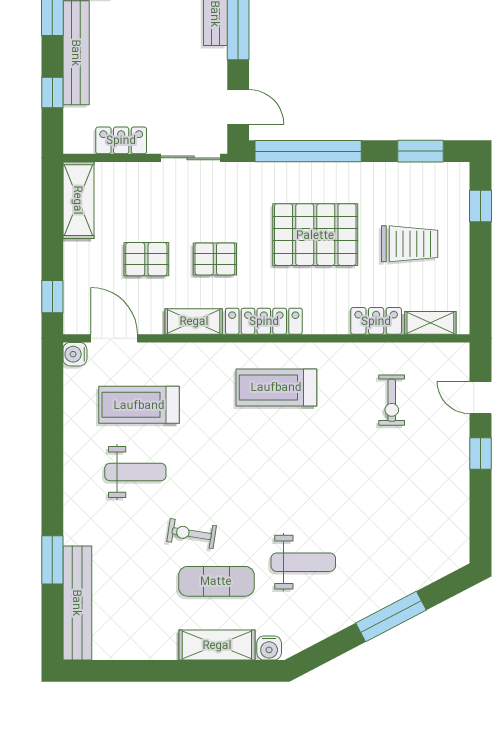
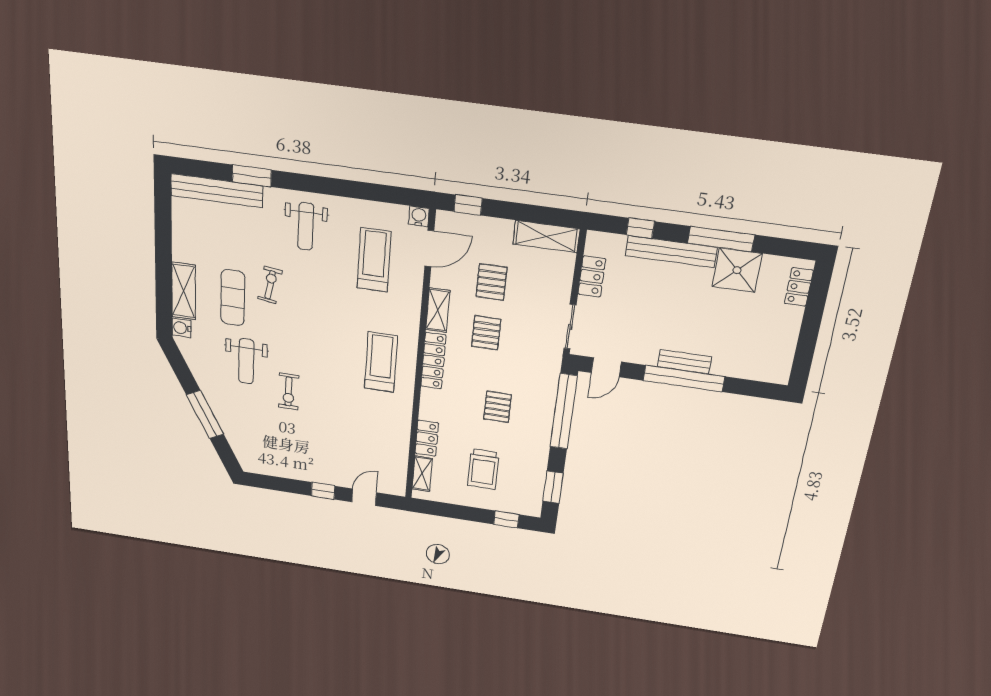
pallet: (315, 235) -> (498, 407), width x0.49, depth x0.50
exercise bike: (392, 400) -> (289, 391), moved, turned -90
weight bench: (135, 472) -> (306, 226), moved

